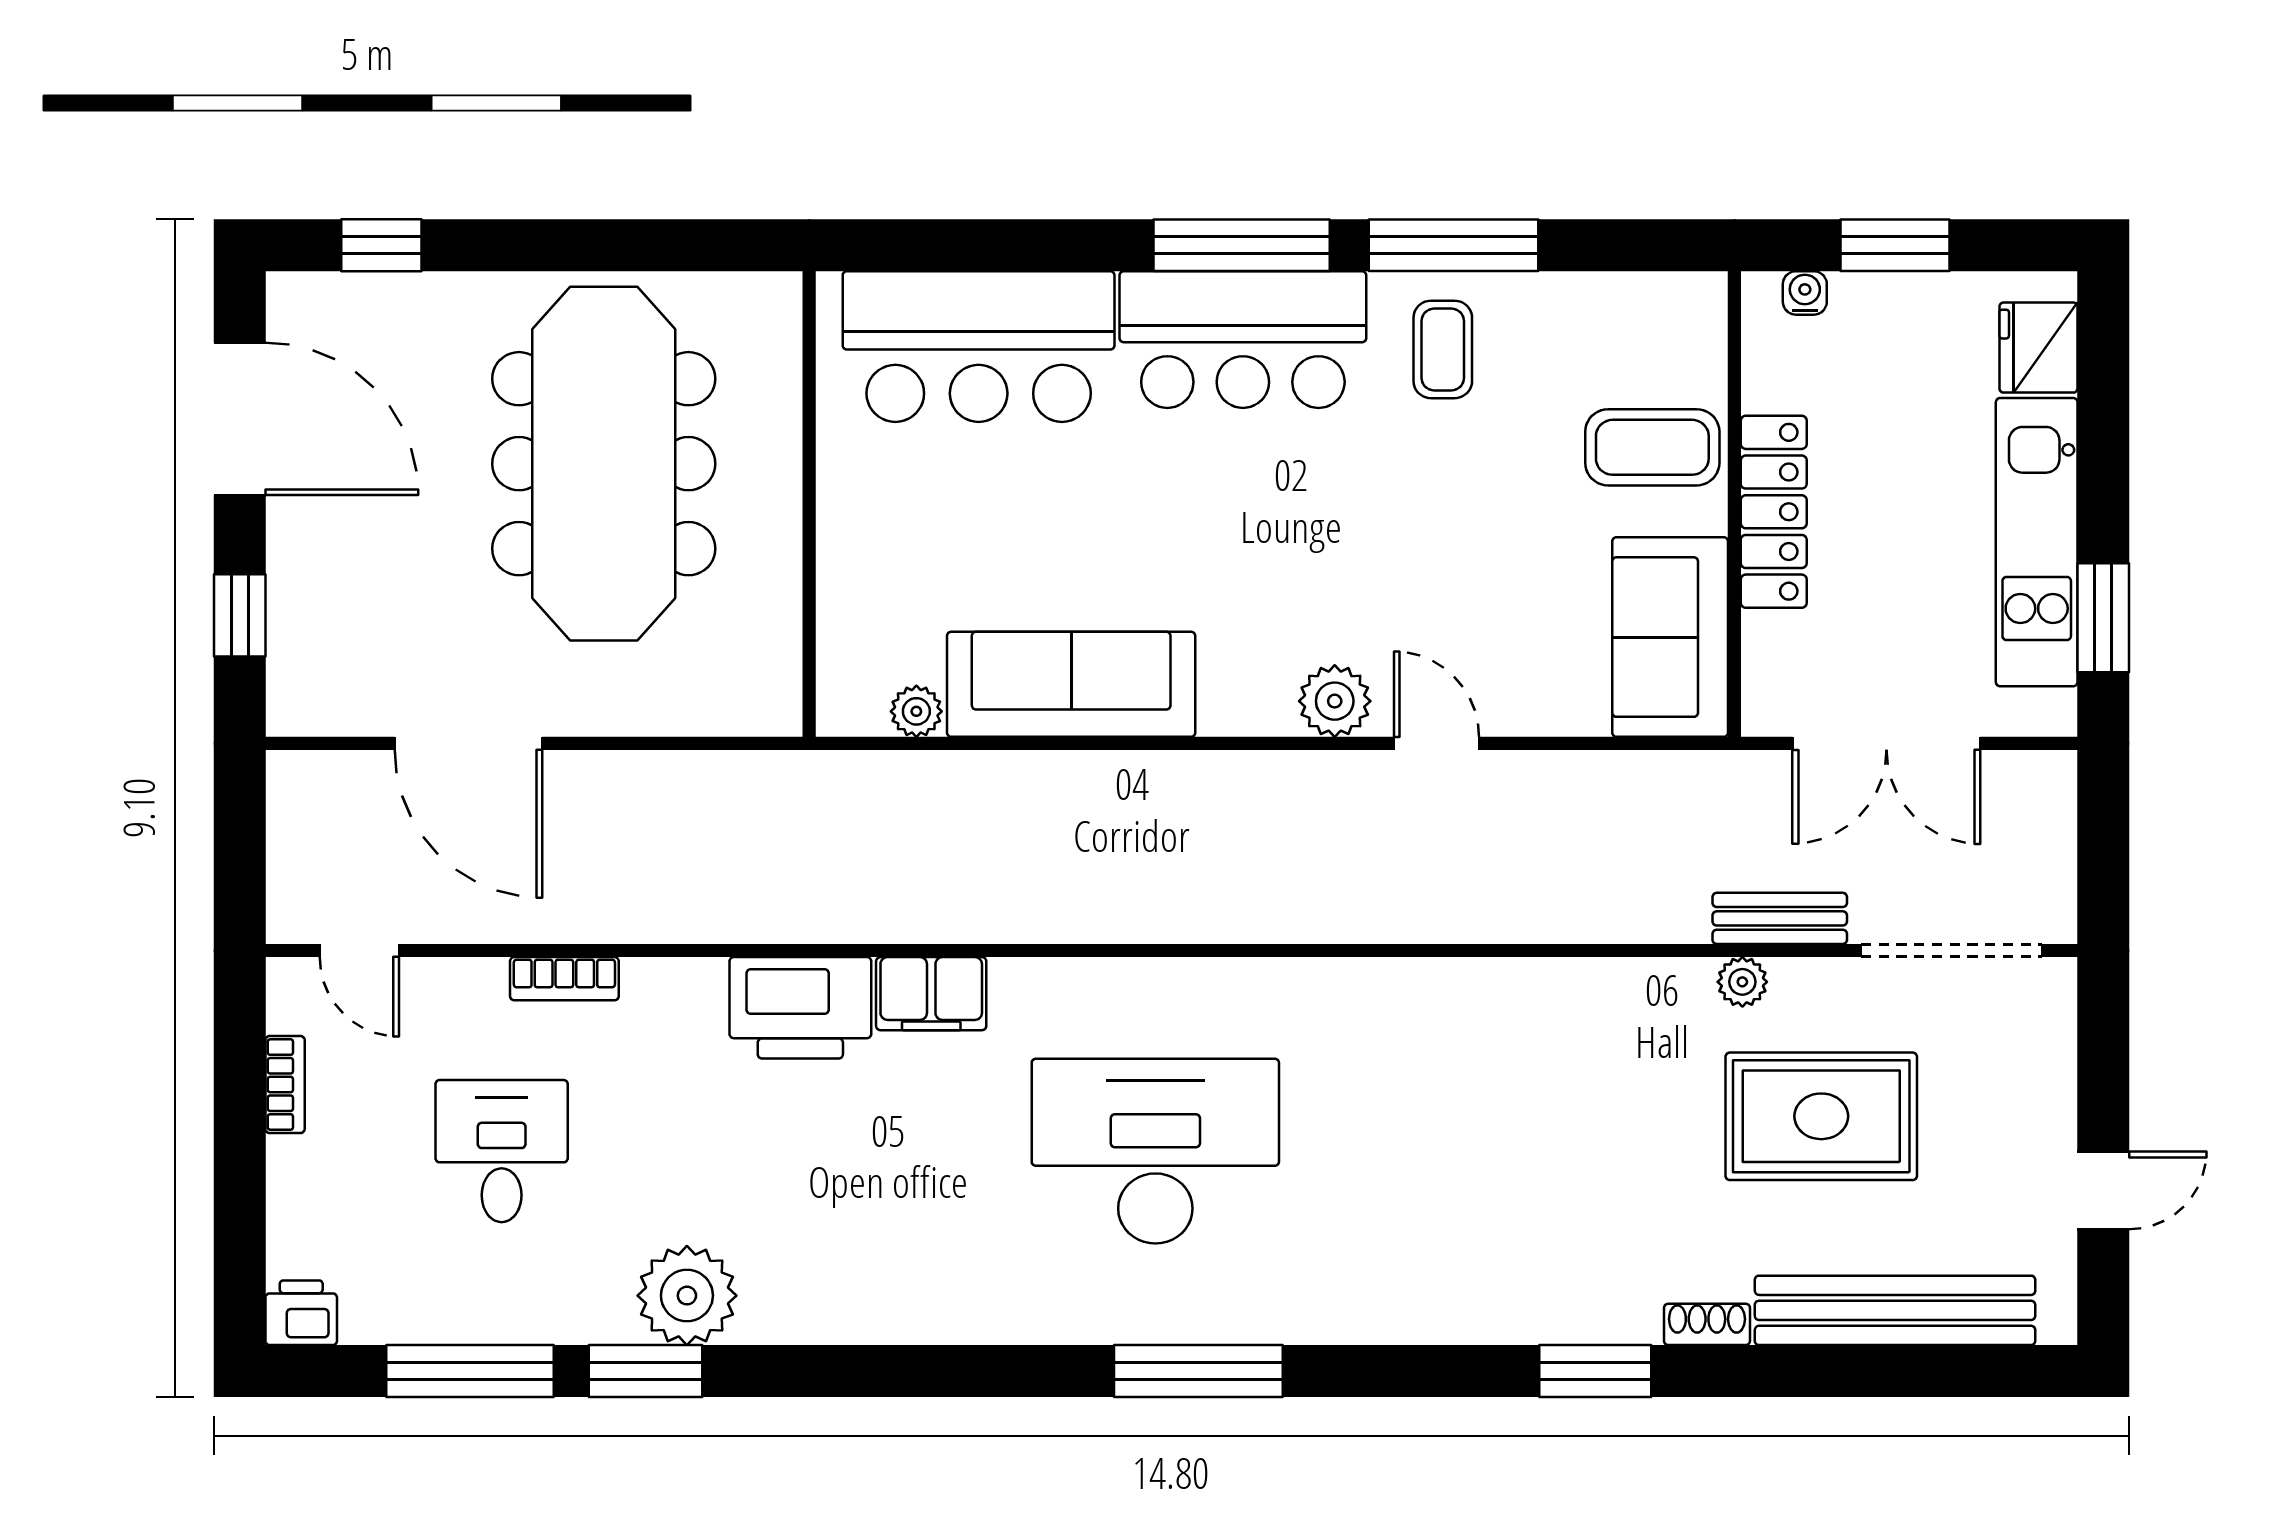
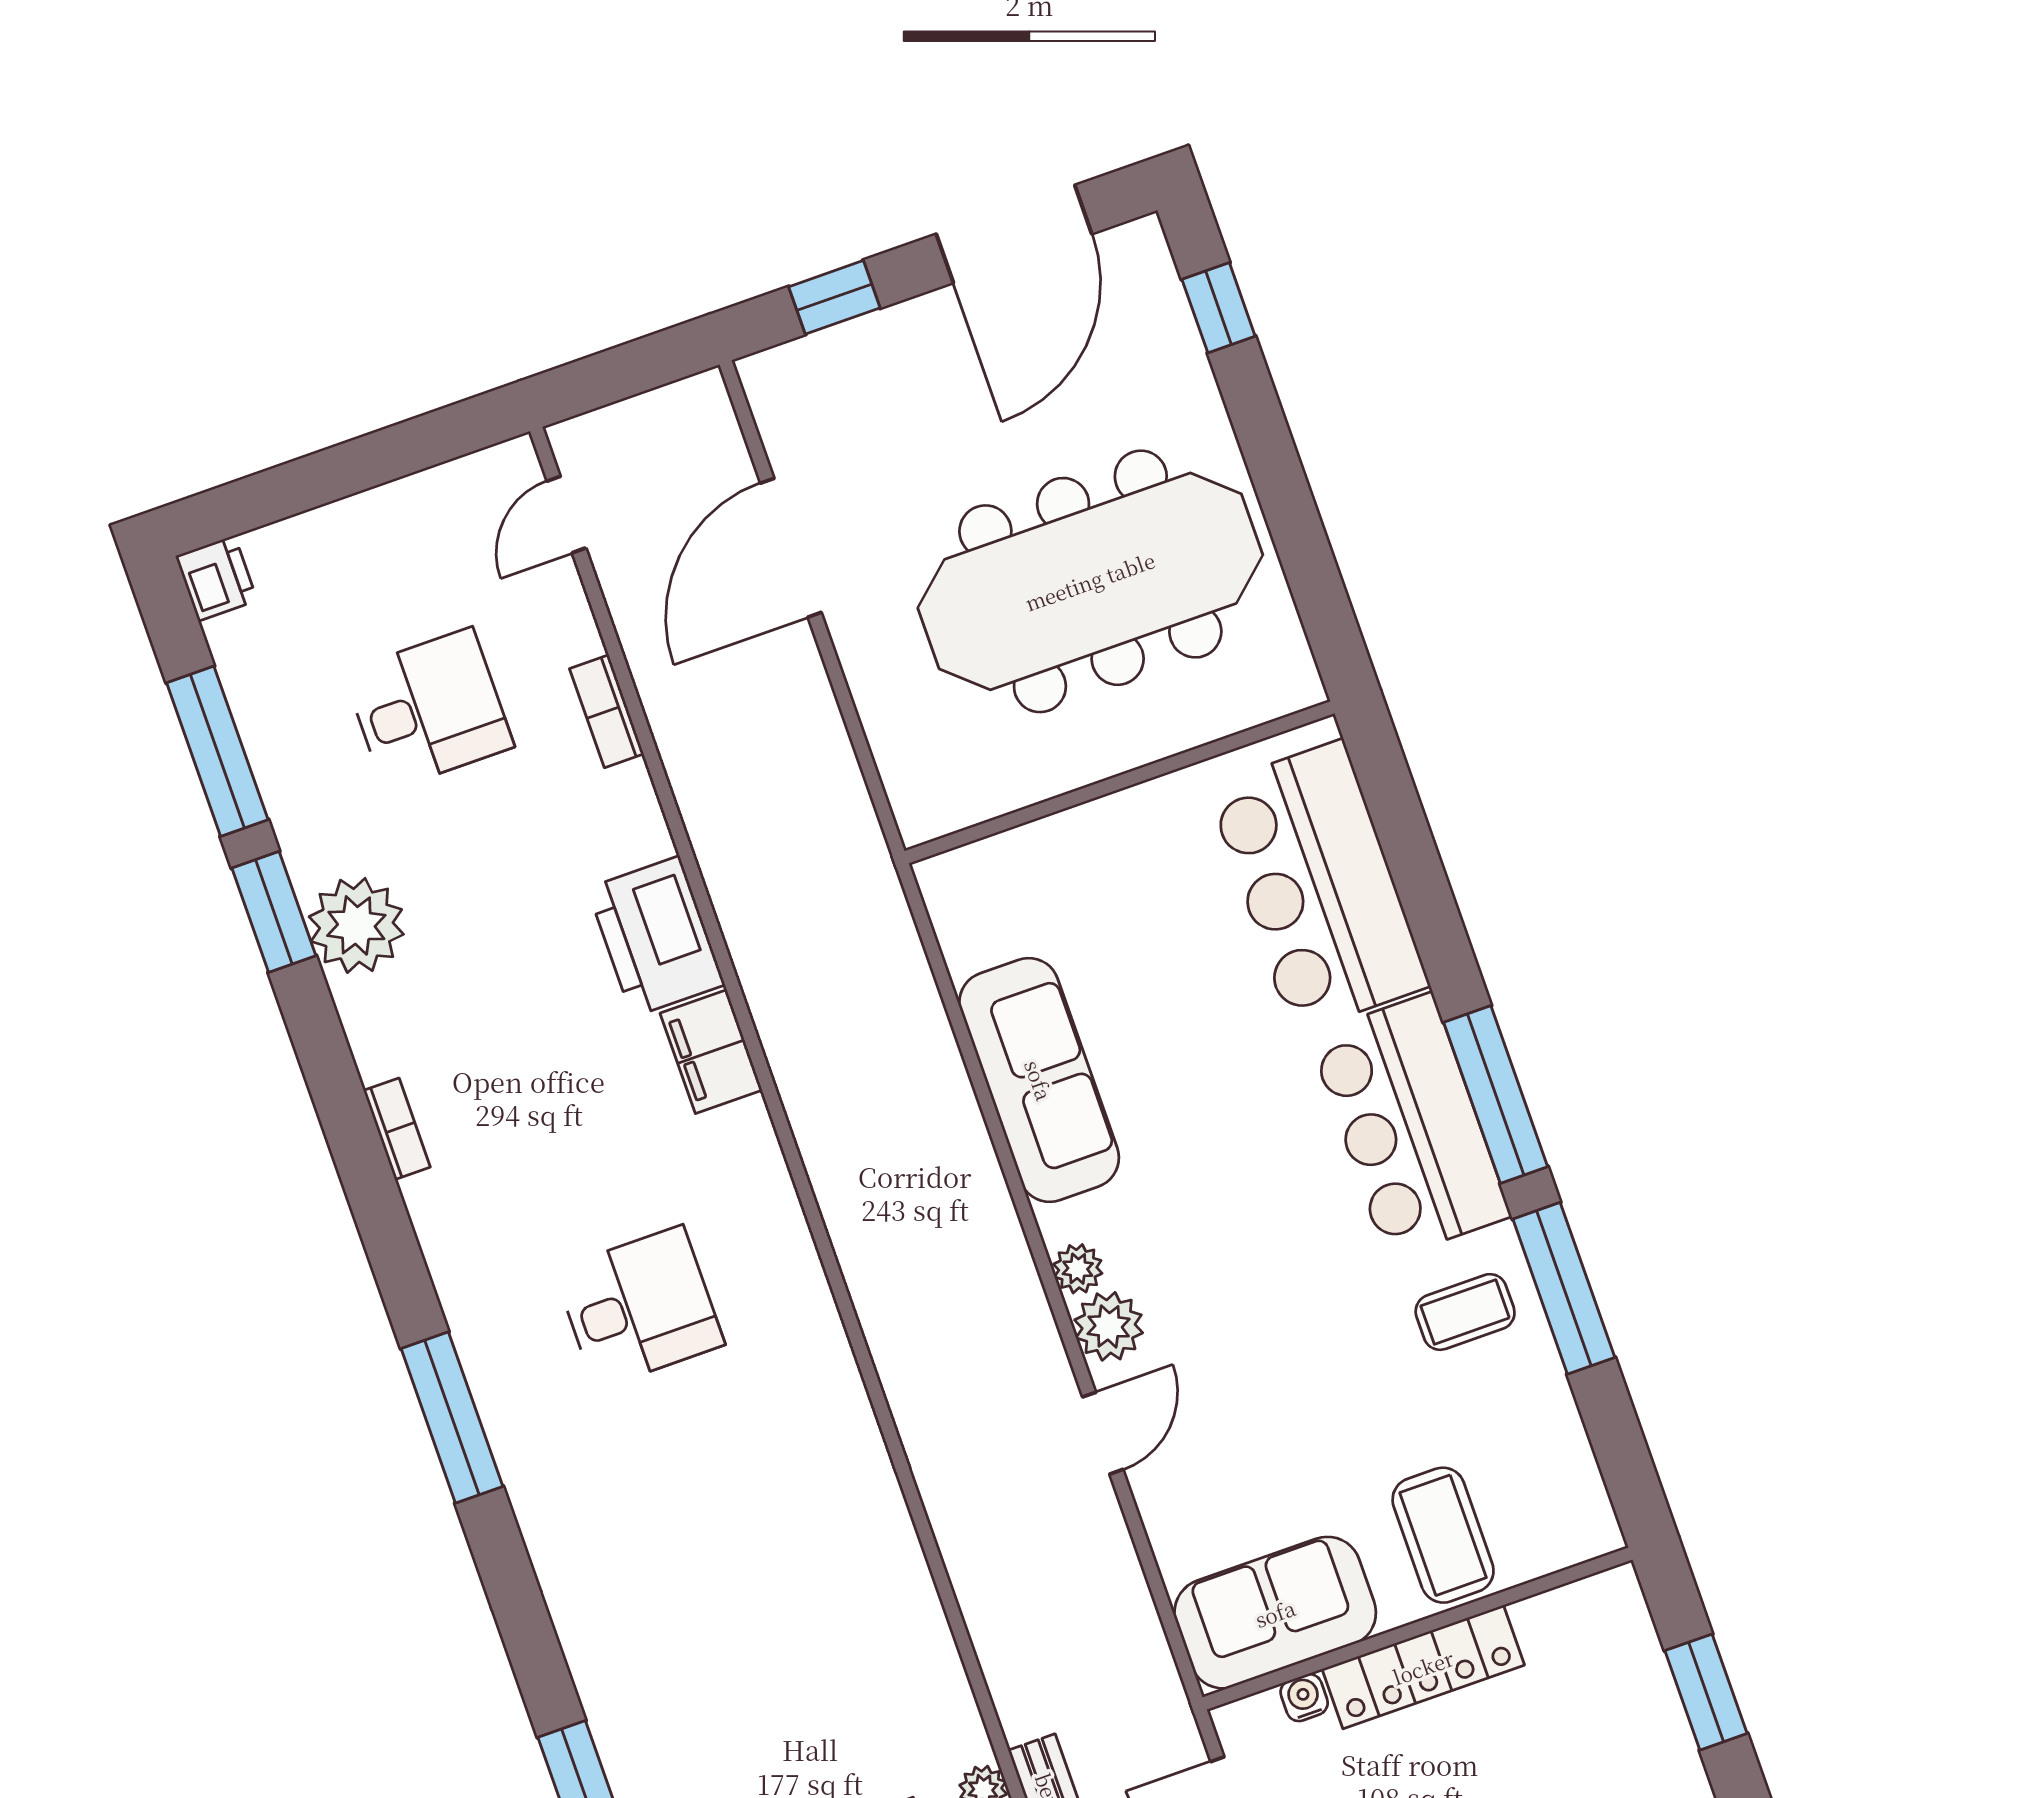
water cooler: (1805, 293) -> (1304, 1698), moved, turned -90
plant: (916, 711) -> (1078, 1269), moved
bookcase: (285, 1085) -> (397, 1129), moved, turned -90
desk: (1155, 1151) -> (639, 1307), width x0.53, depth x0.77

